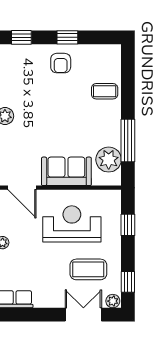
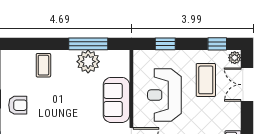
plant: (109, 160) -> (88, 62), moved

